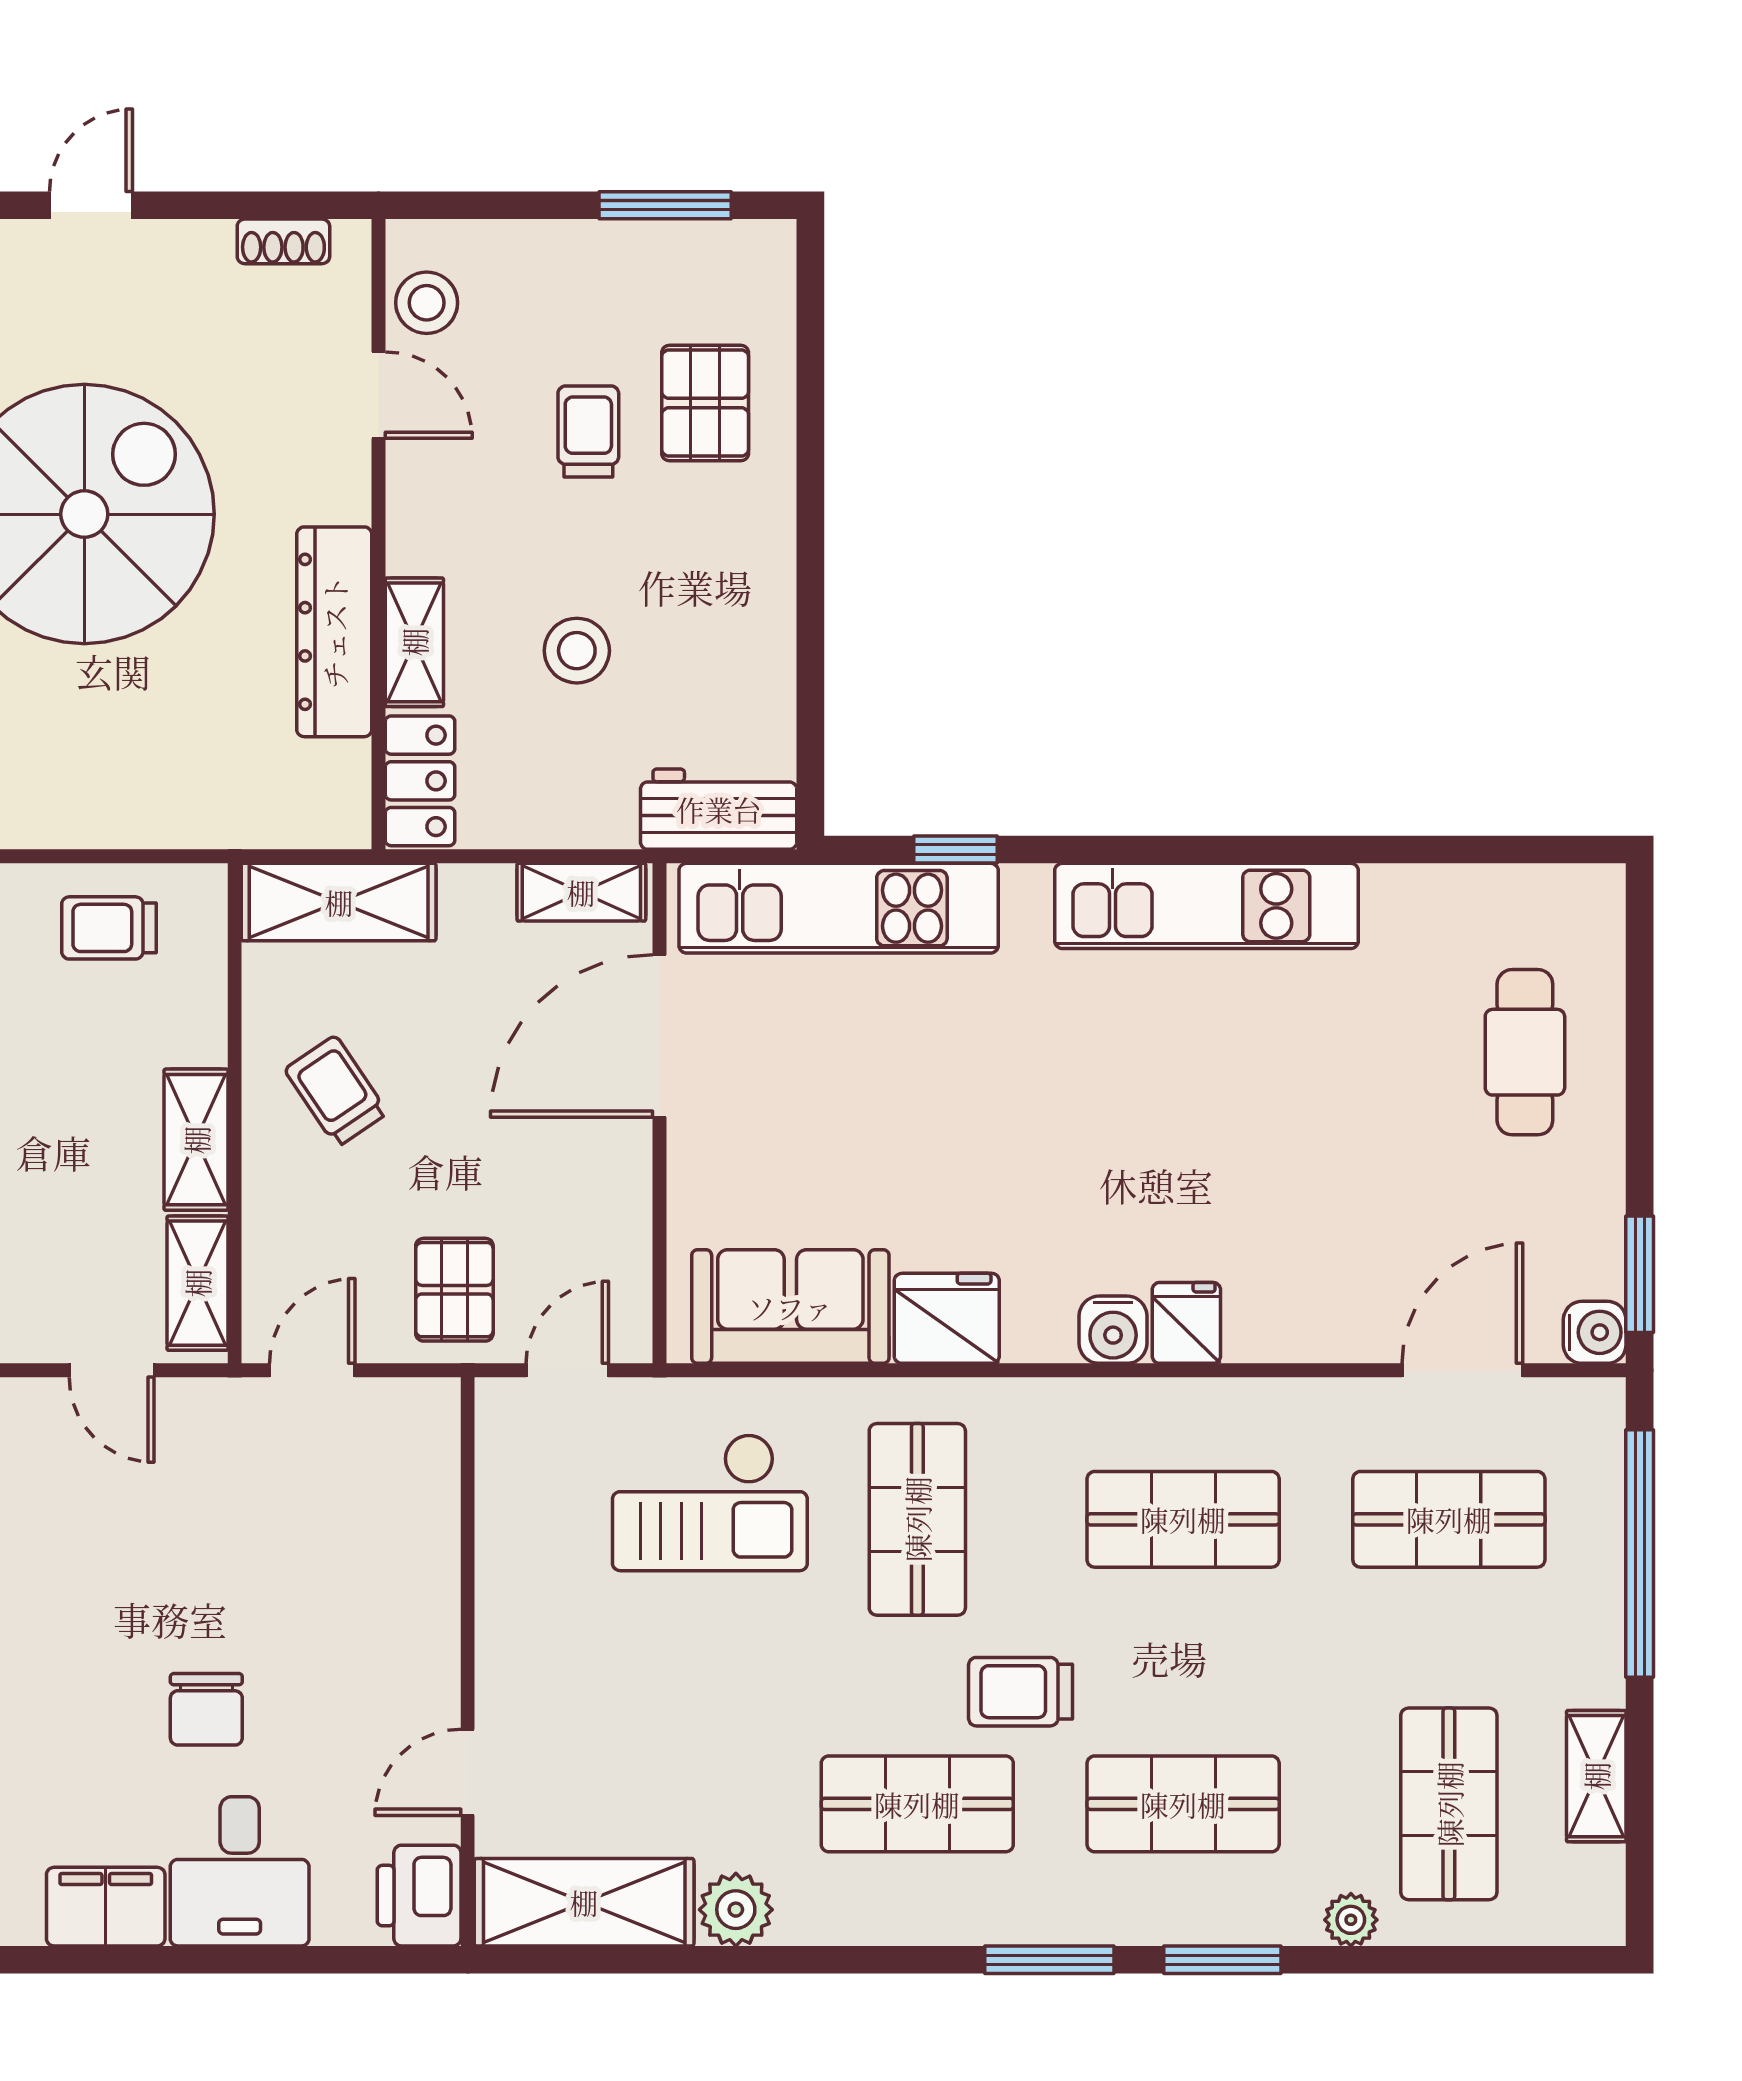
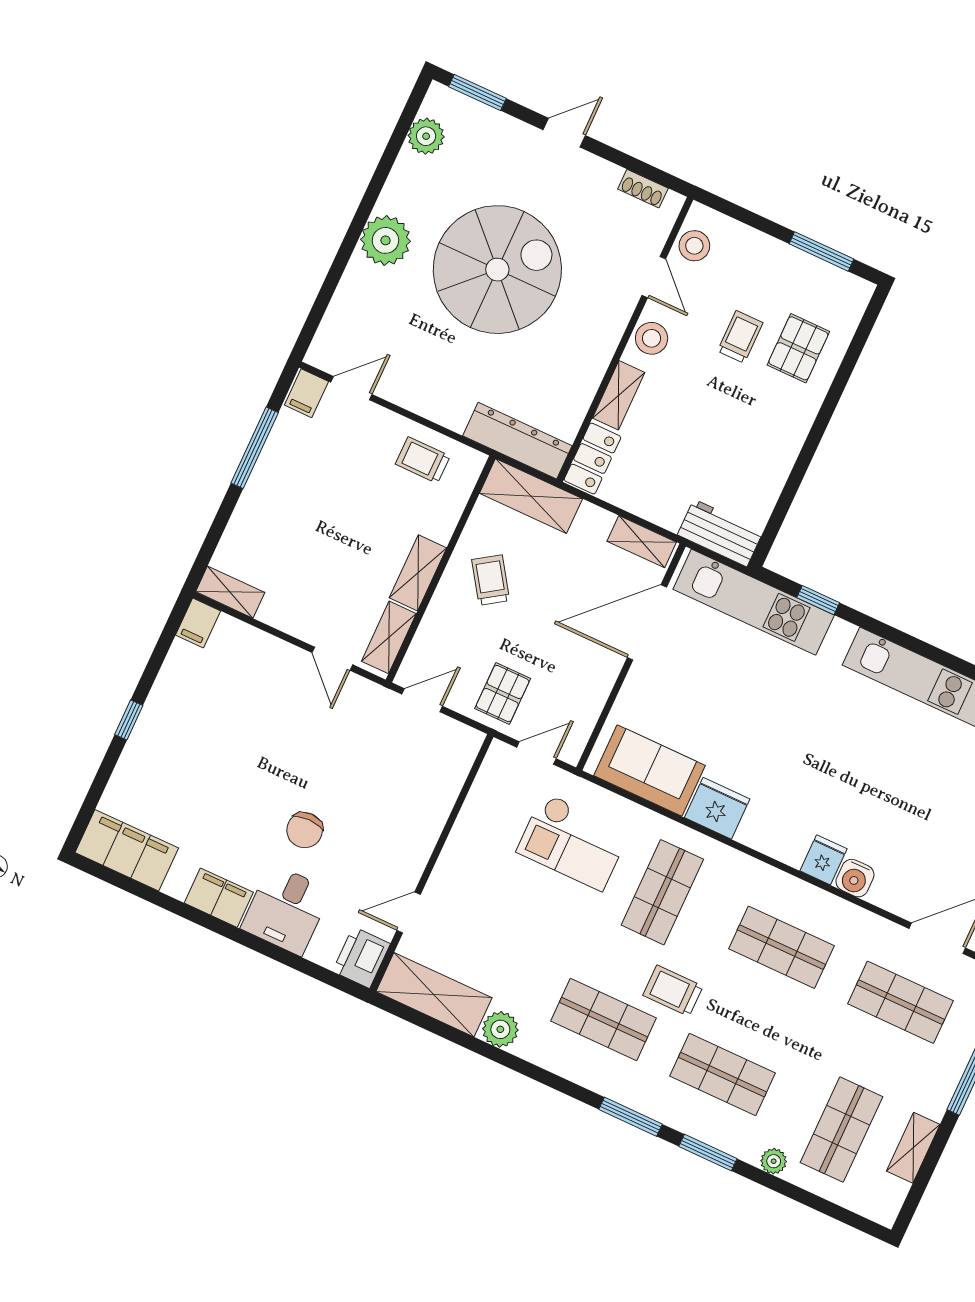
dresser: (334, 632) -> (517, 441), moved, turned 90
stool: (577, 651) -> (652, 338), moved
water cooler: (1113, 1330) -> (855, 878), moved

